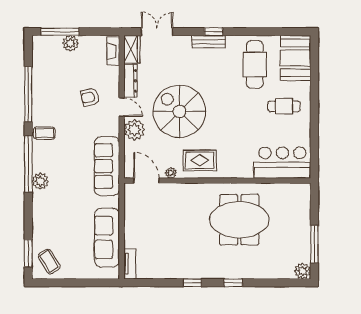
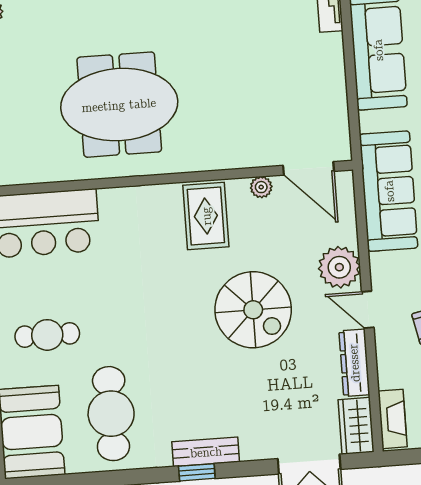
spiral stairs: (179, 111) -> (253, 310), width x0.73, depth x0.73
rug: (200, 160) -> (206, 216), turned 90

